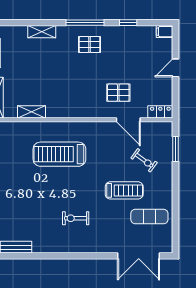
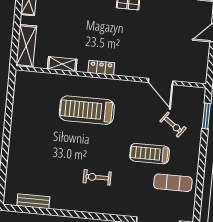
pallet: (118, 93) -> (153, 53), removed
locker: (160, 112) -> (101, 68), moved
treadmill: (124, 190) -> (150, 154), turned 180

